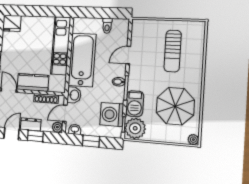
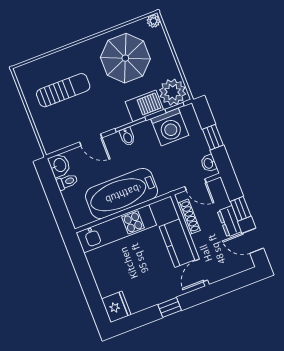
washbasin: (74, 95) -> (59, 165), moved, turned 90
plant: (57, 127) -> (217, 186), removed

